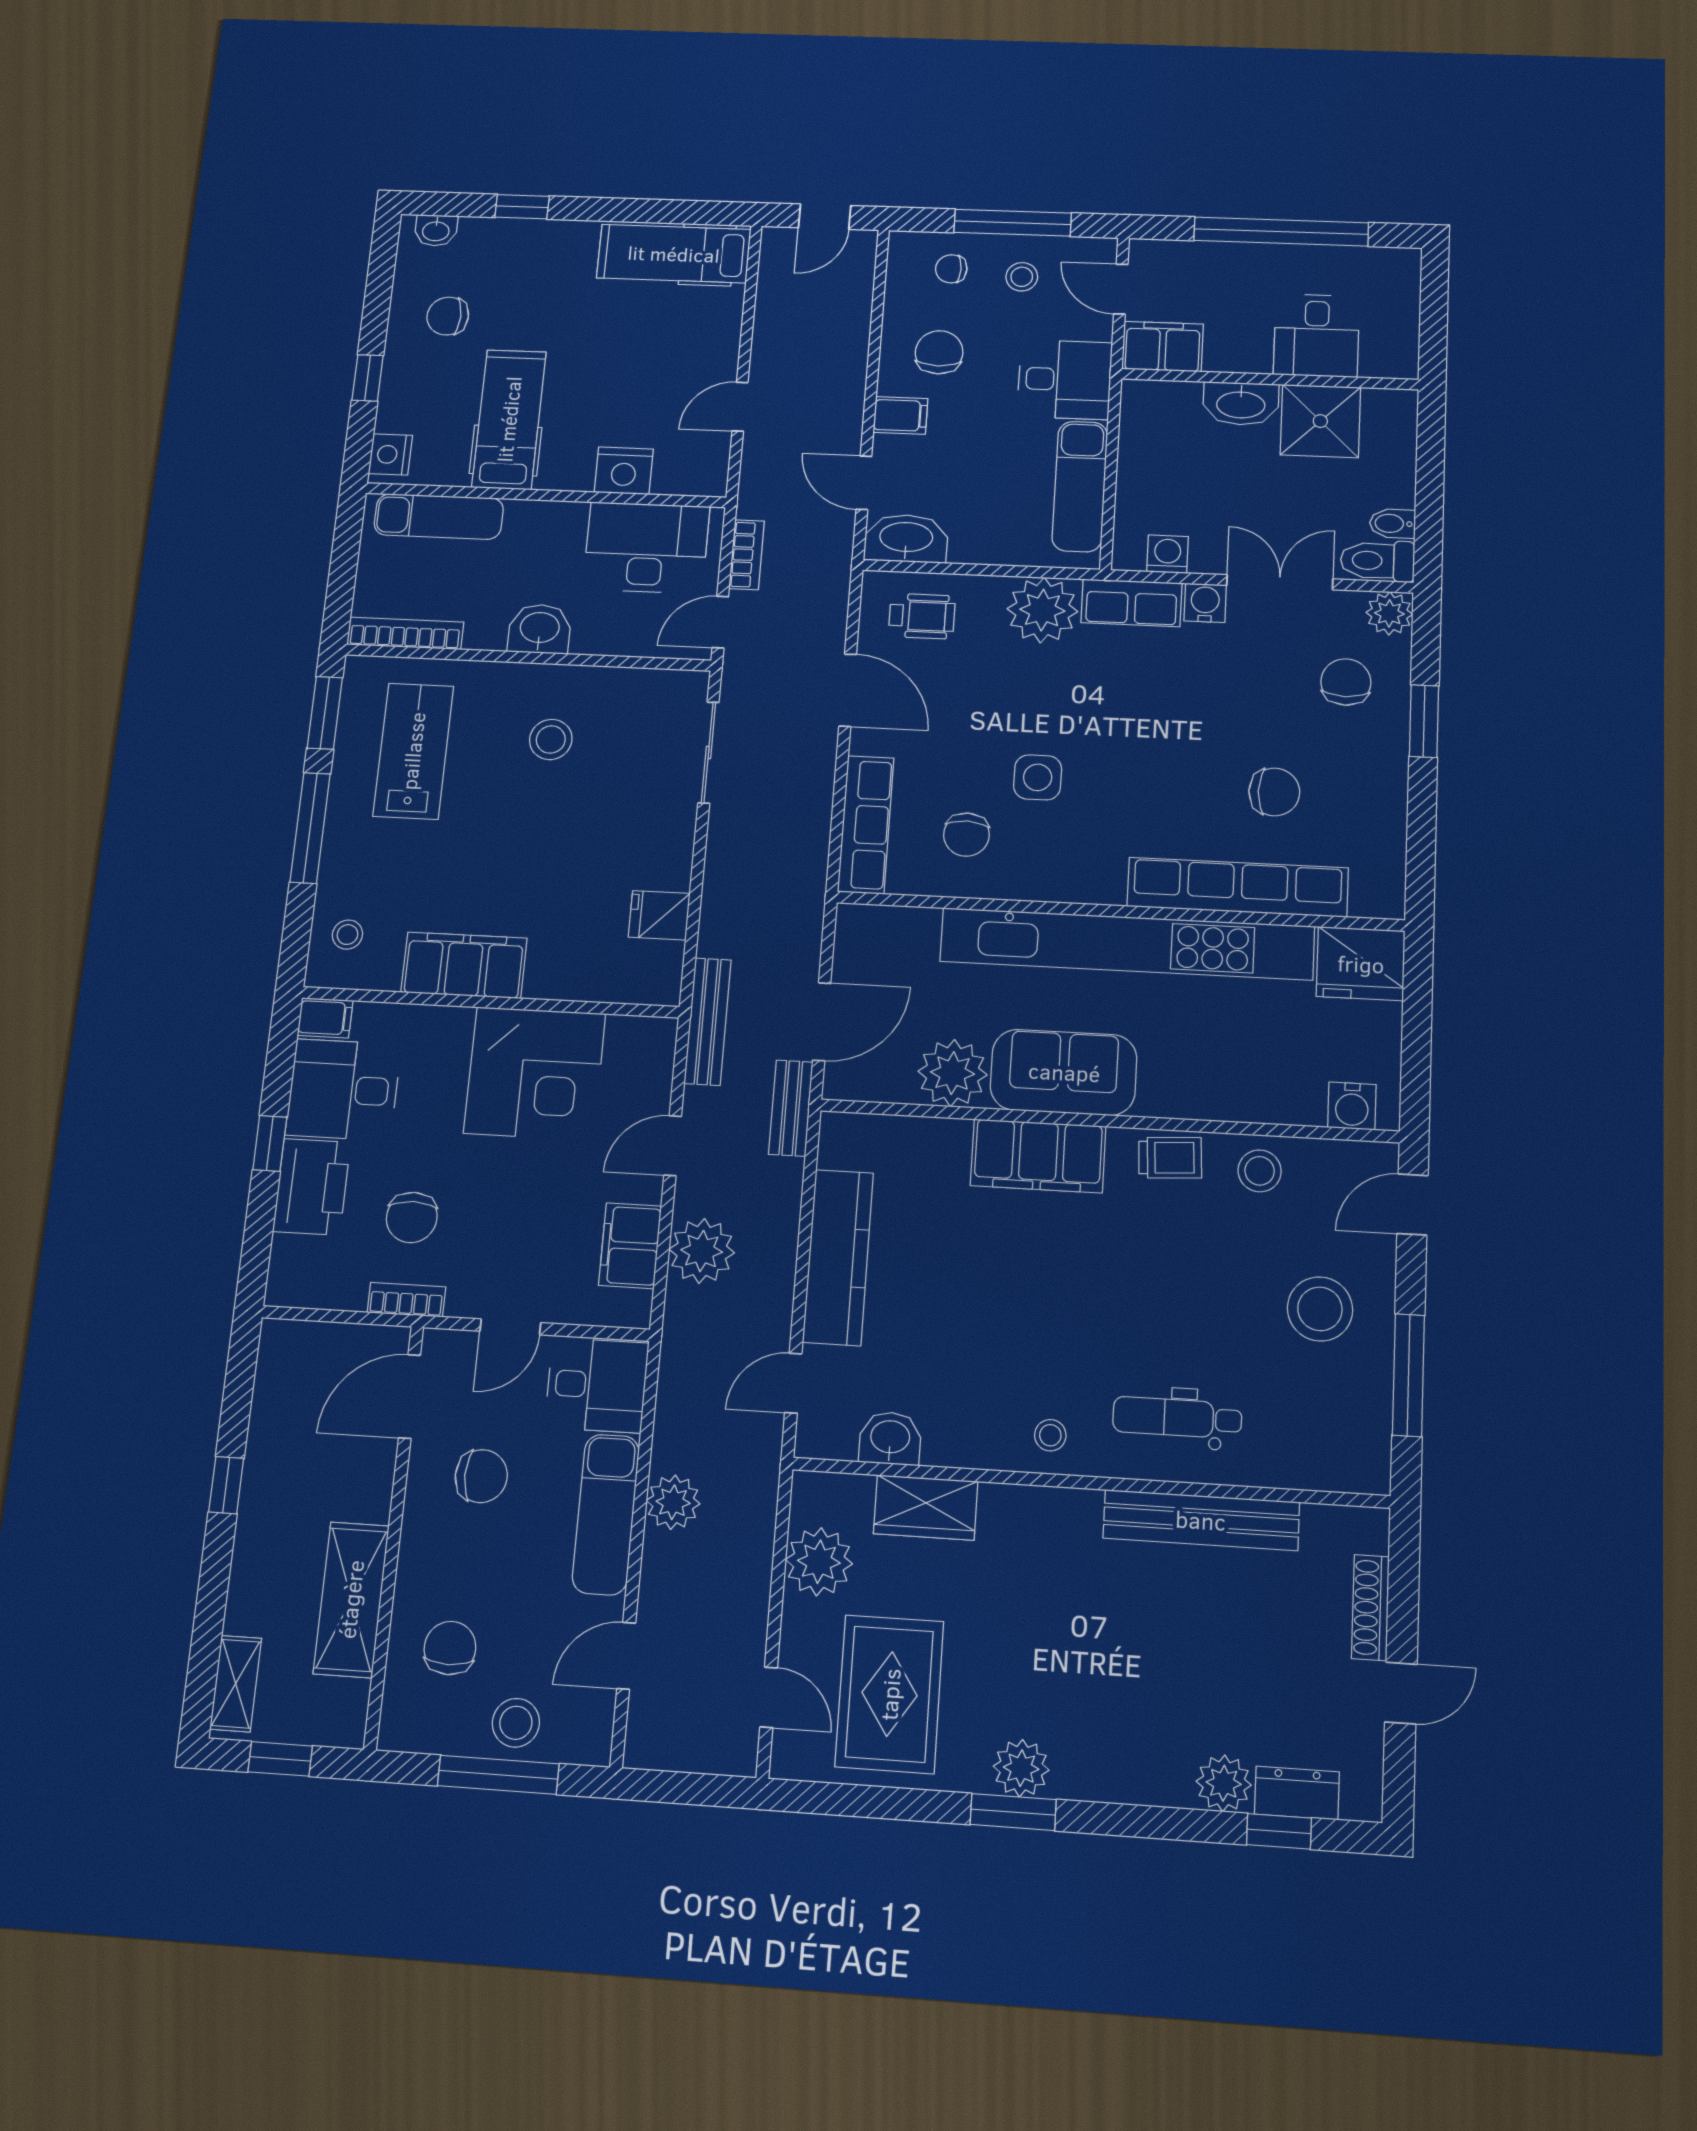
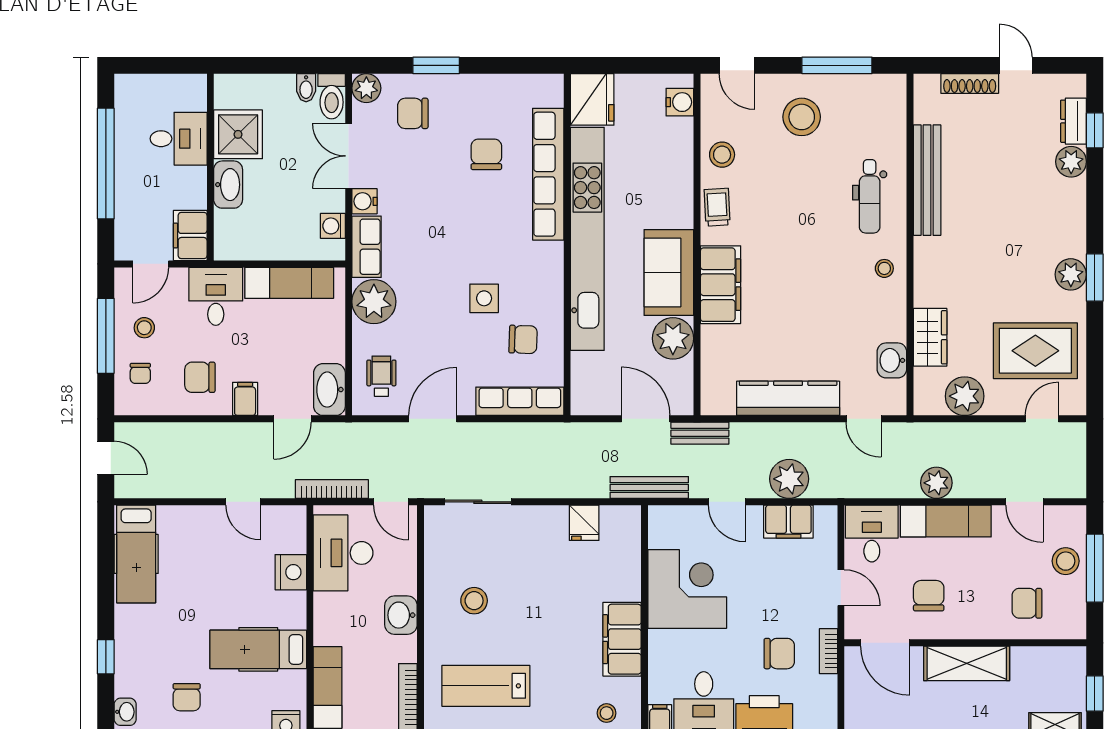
bookcase: (747, 555) -> (332, 489), width x1.56
shelving: (351, 1600) -> (967, 663), moved

